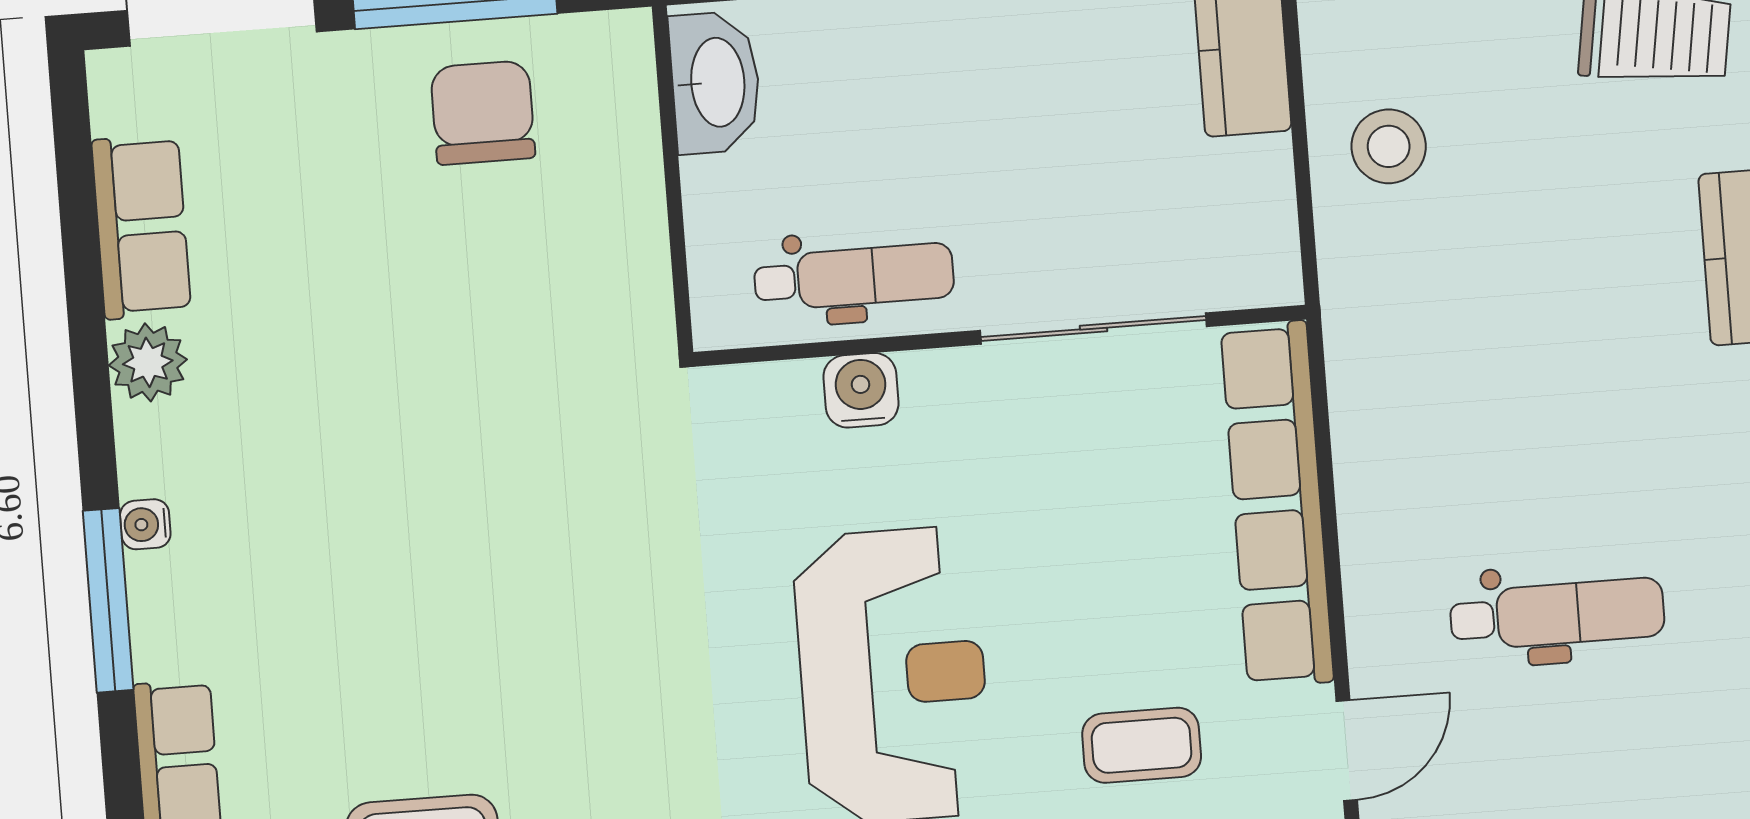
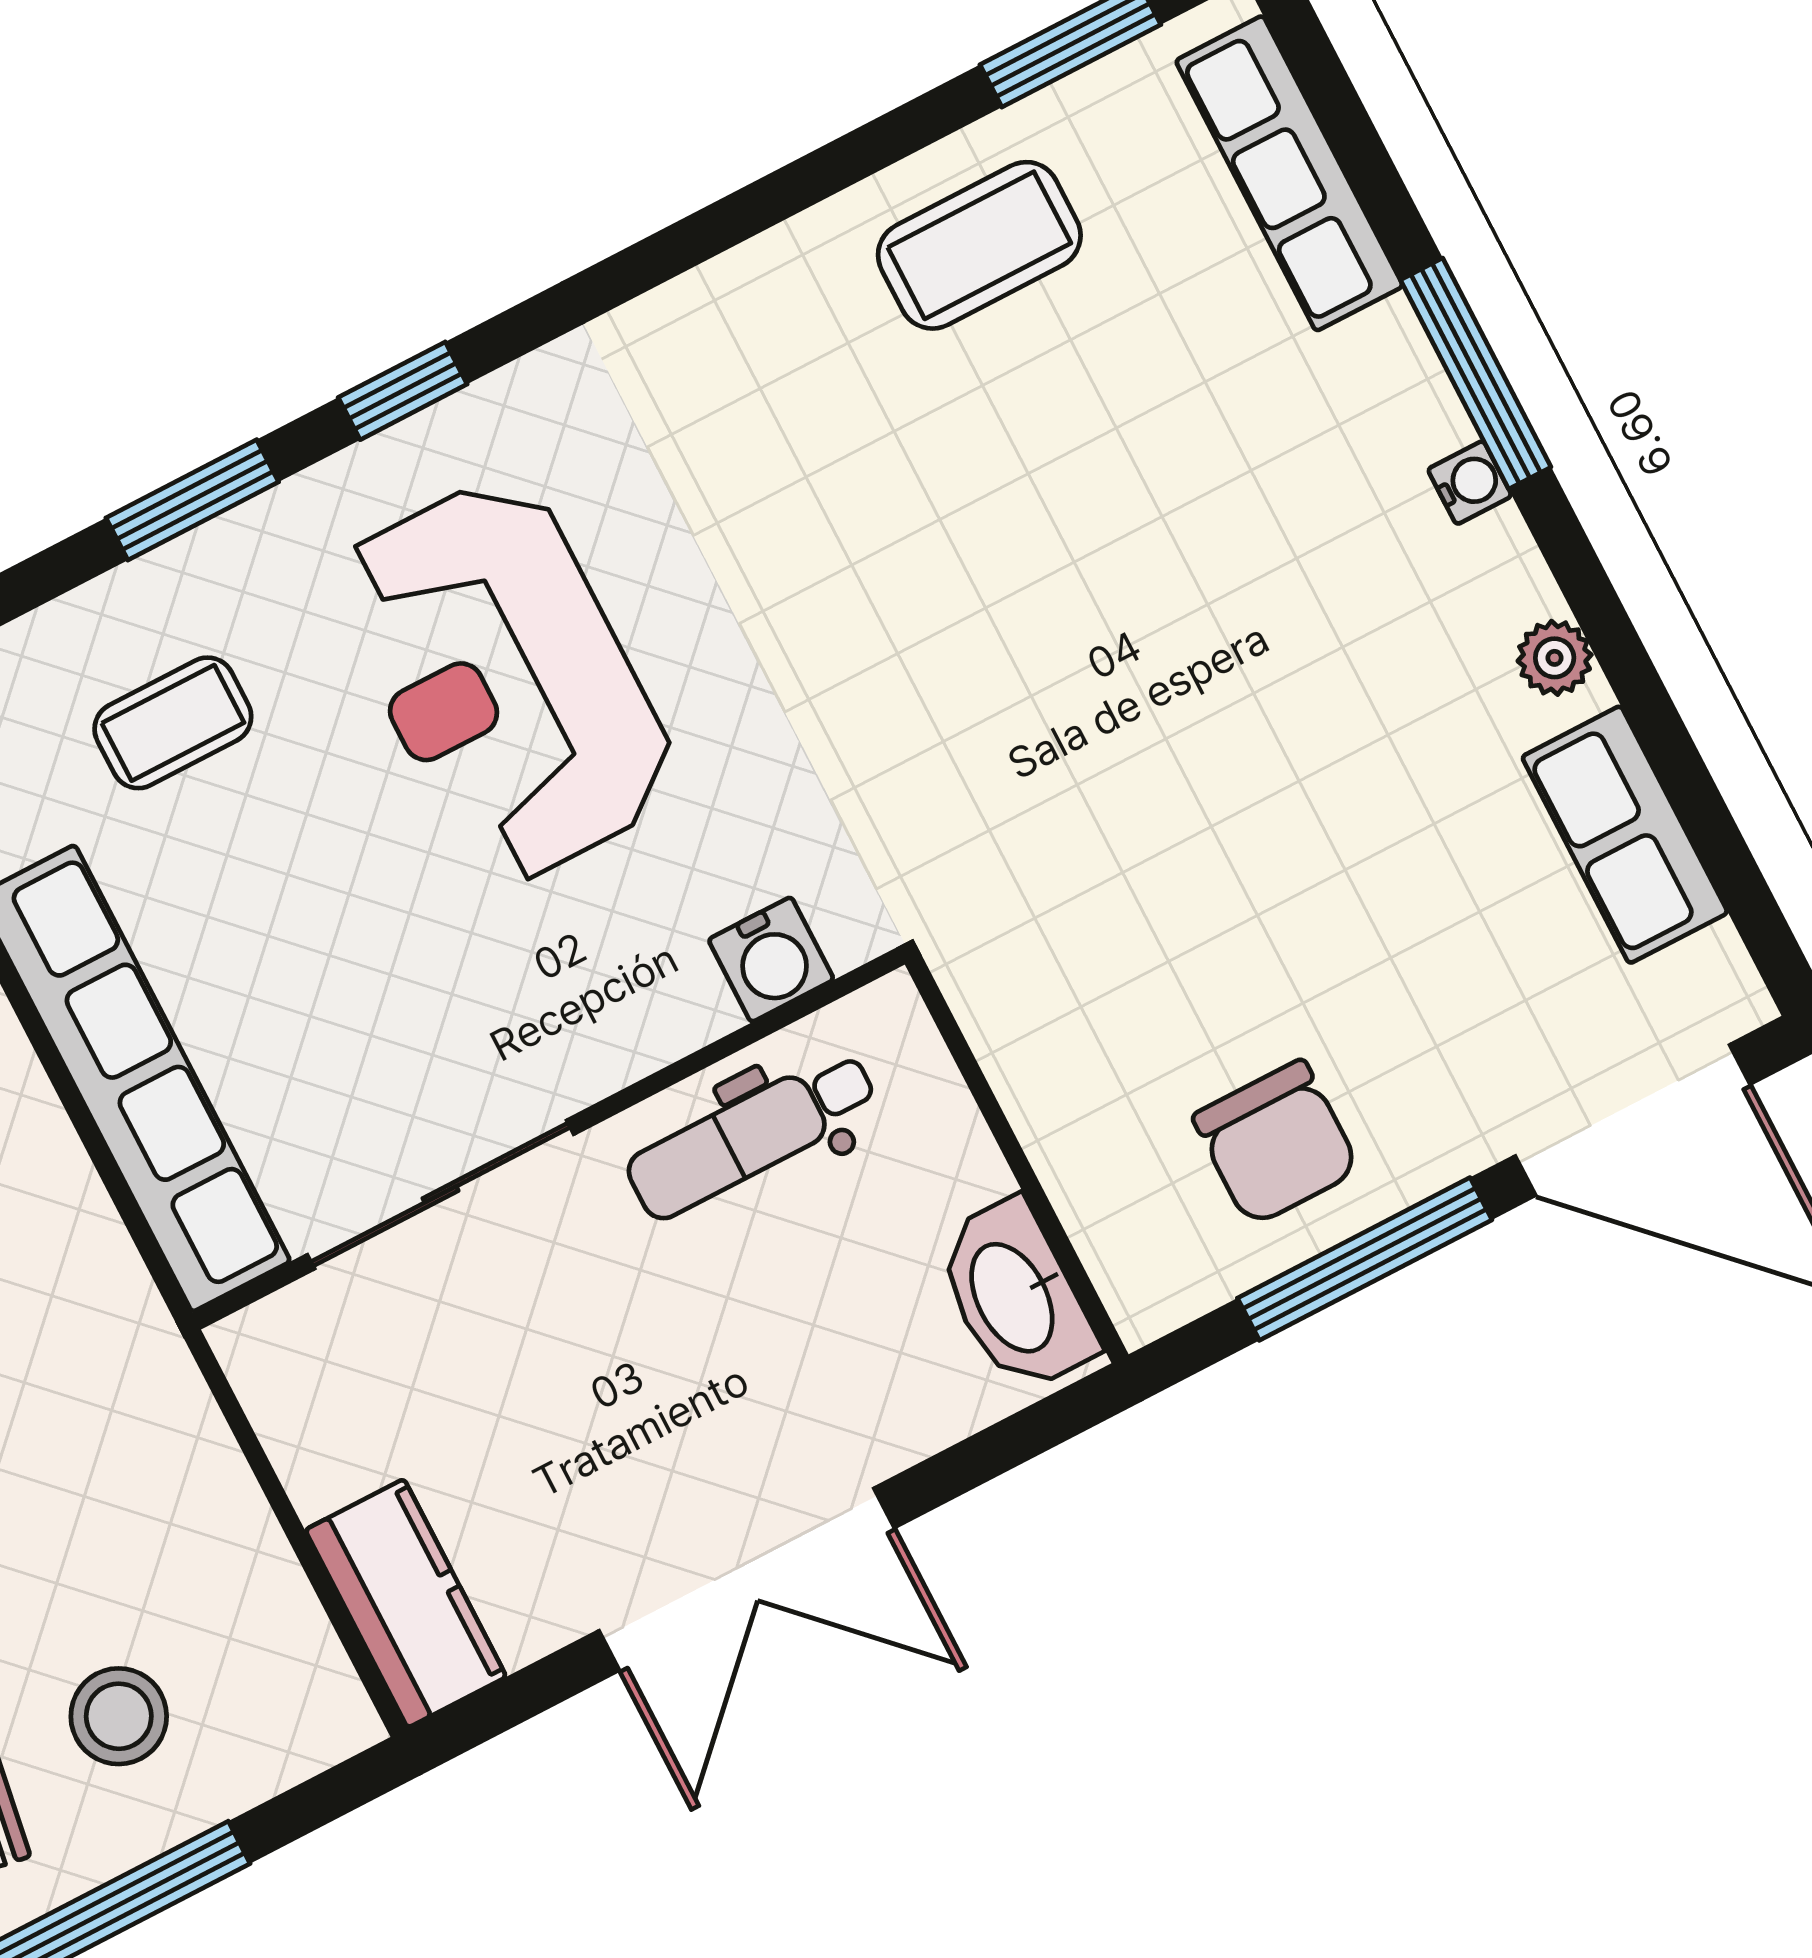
stool: (1389, 146) -> (119, 1716), moved
plant: (148, 362) -> (1555, 658), width x0.73, depth x0.73
water cooler: (861, 390) -> (771, 960), moved

